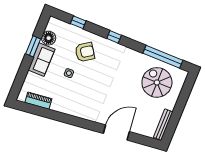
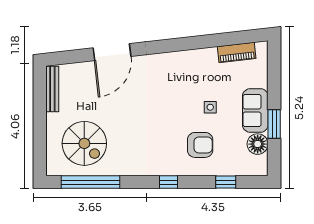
armchair: (85, 52) -> (200, 145), turned -146

